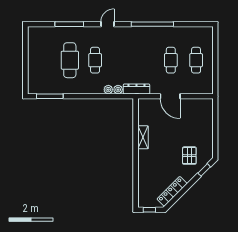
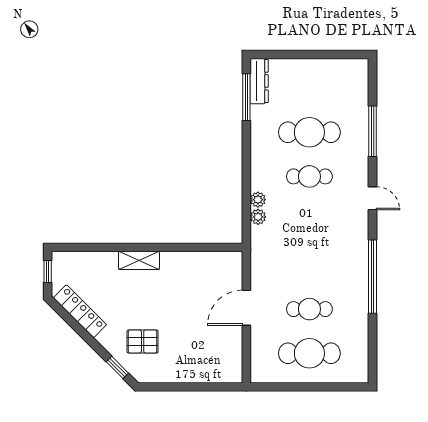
cafe table: (196, 60) -> (309, 353), width x1.37, depth x1.35
dresser: (136, 89) -> (259, 81), moved
shelving: (143, 137) -> (139, 260), moved

